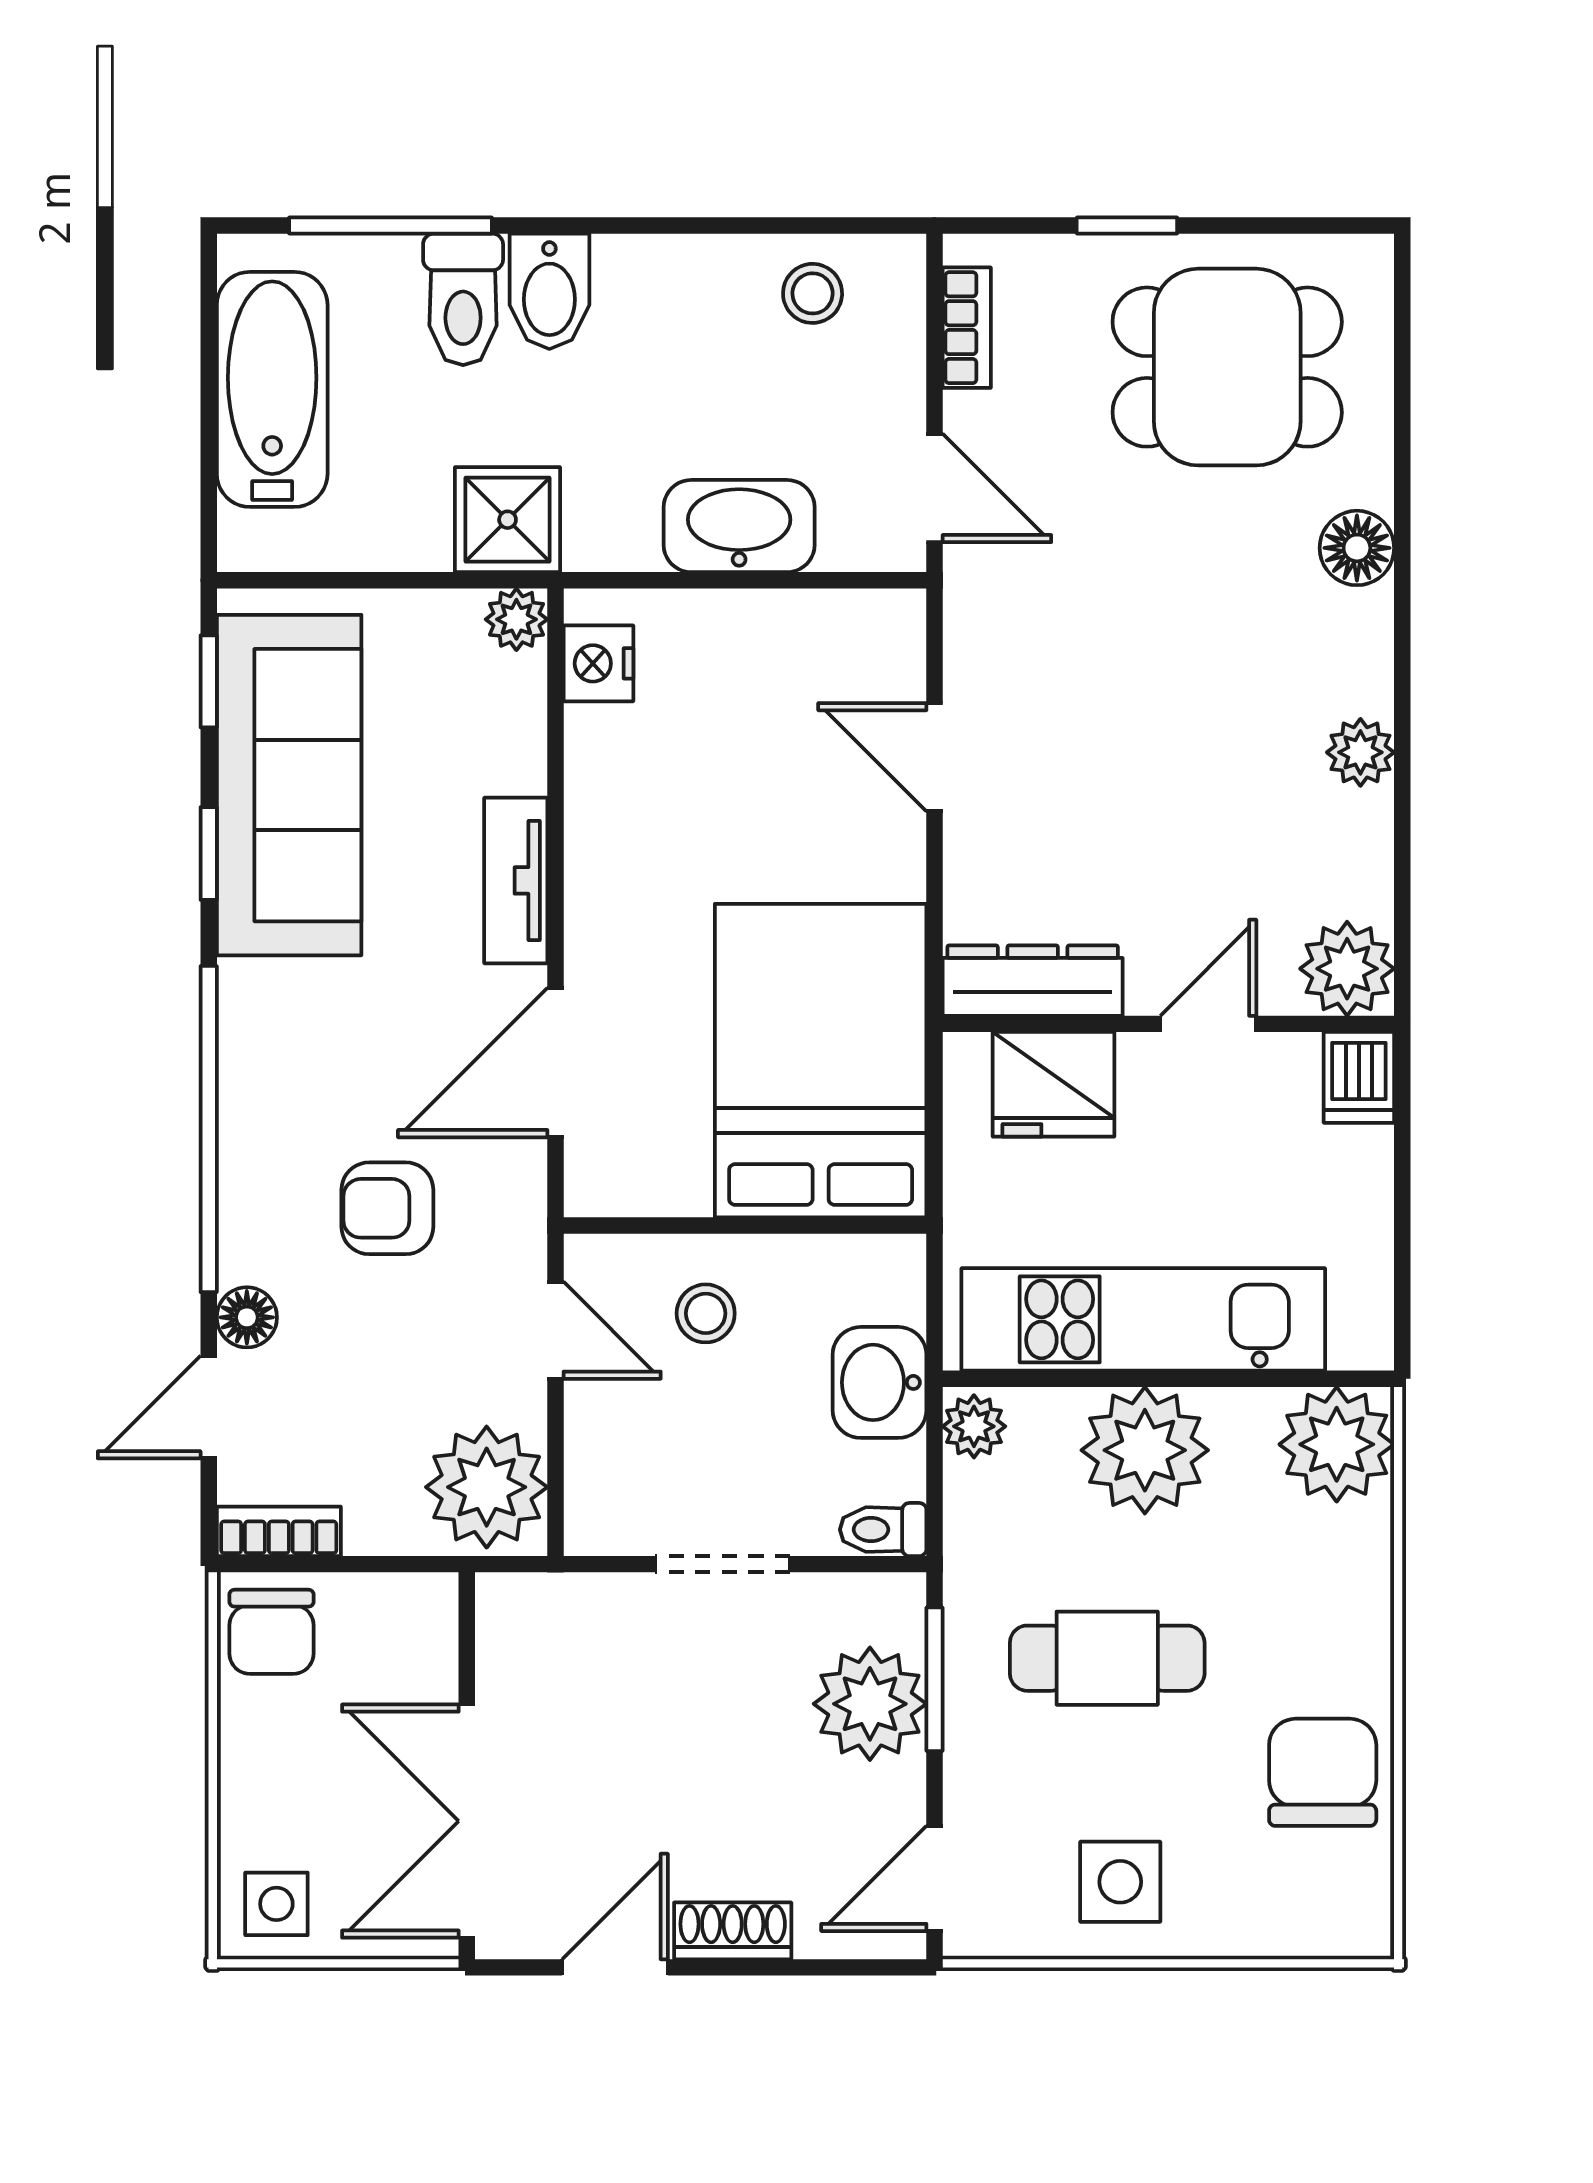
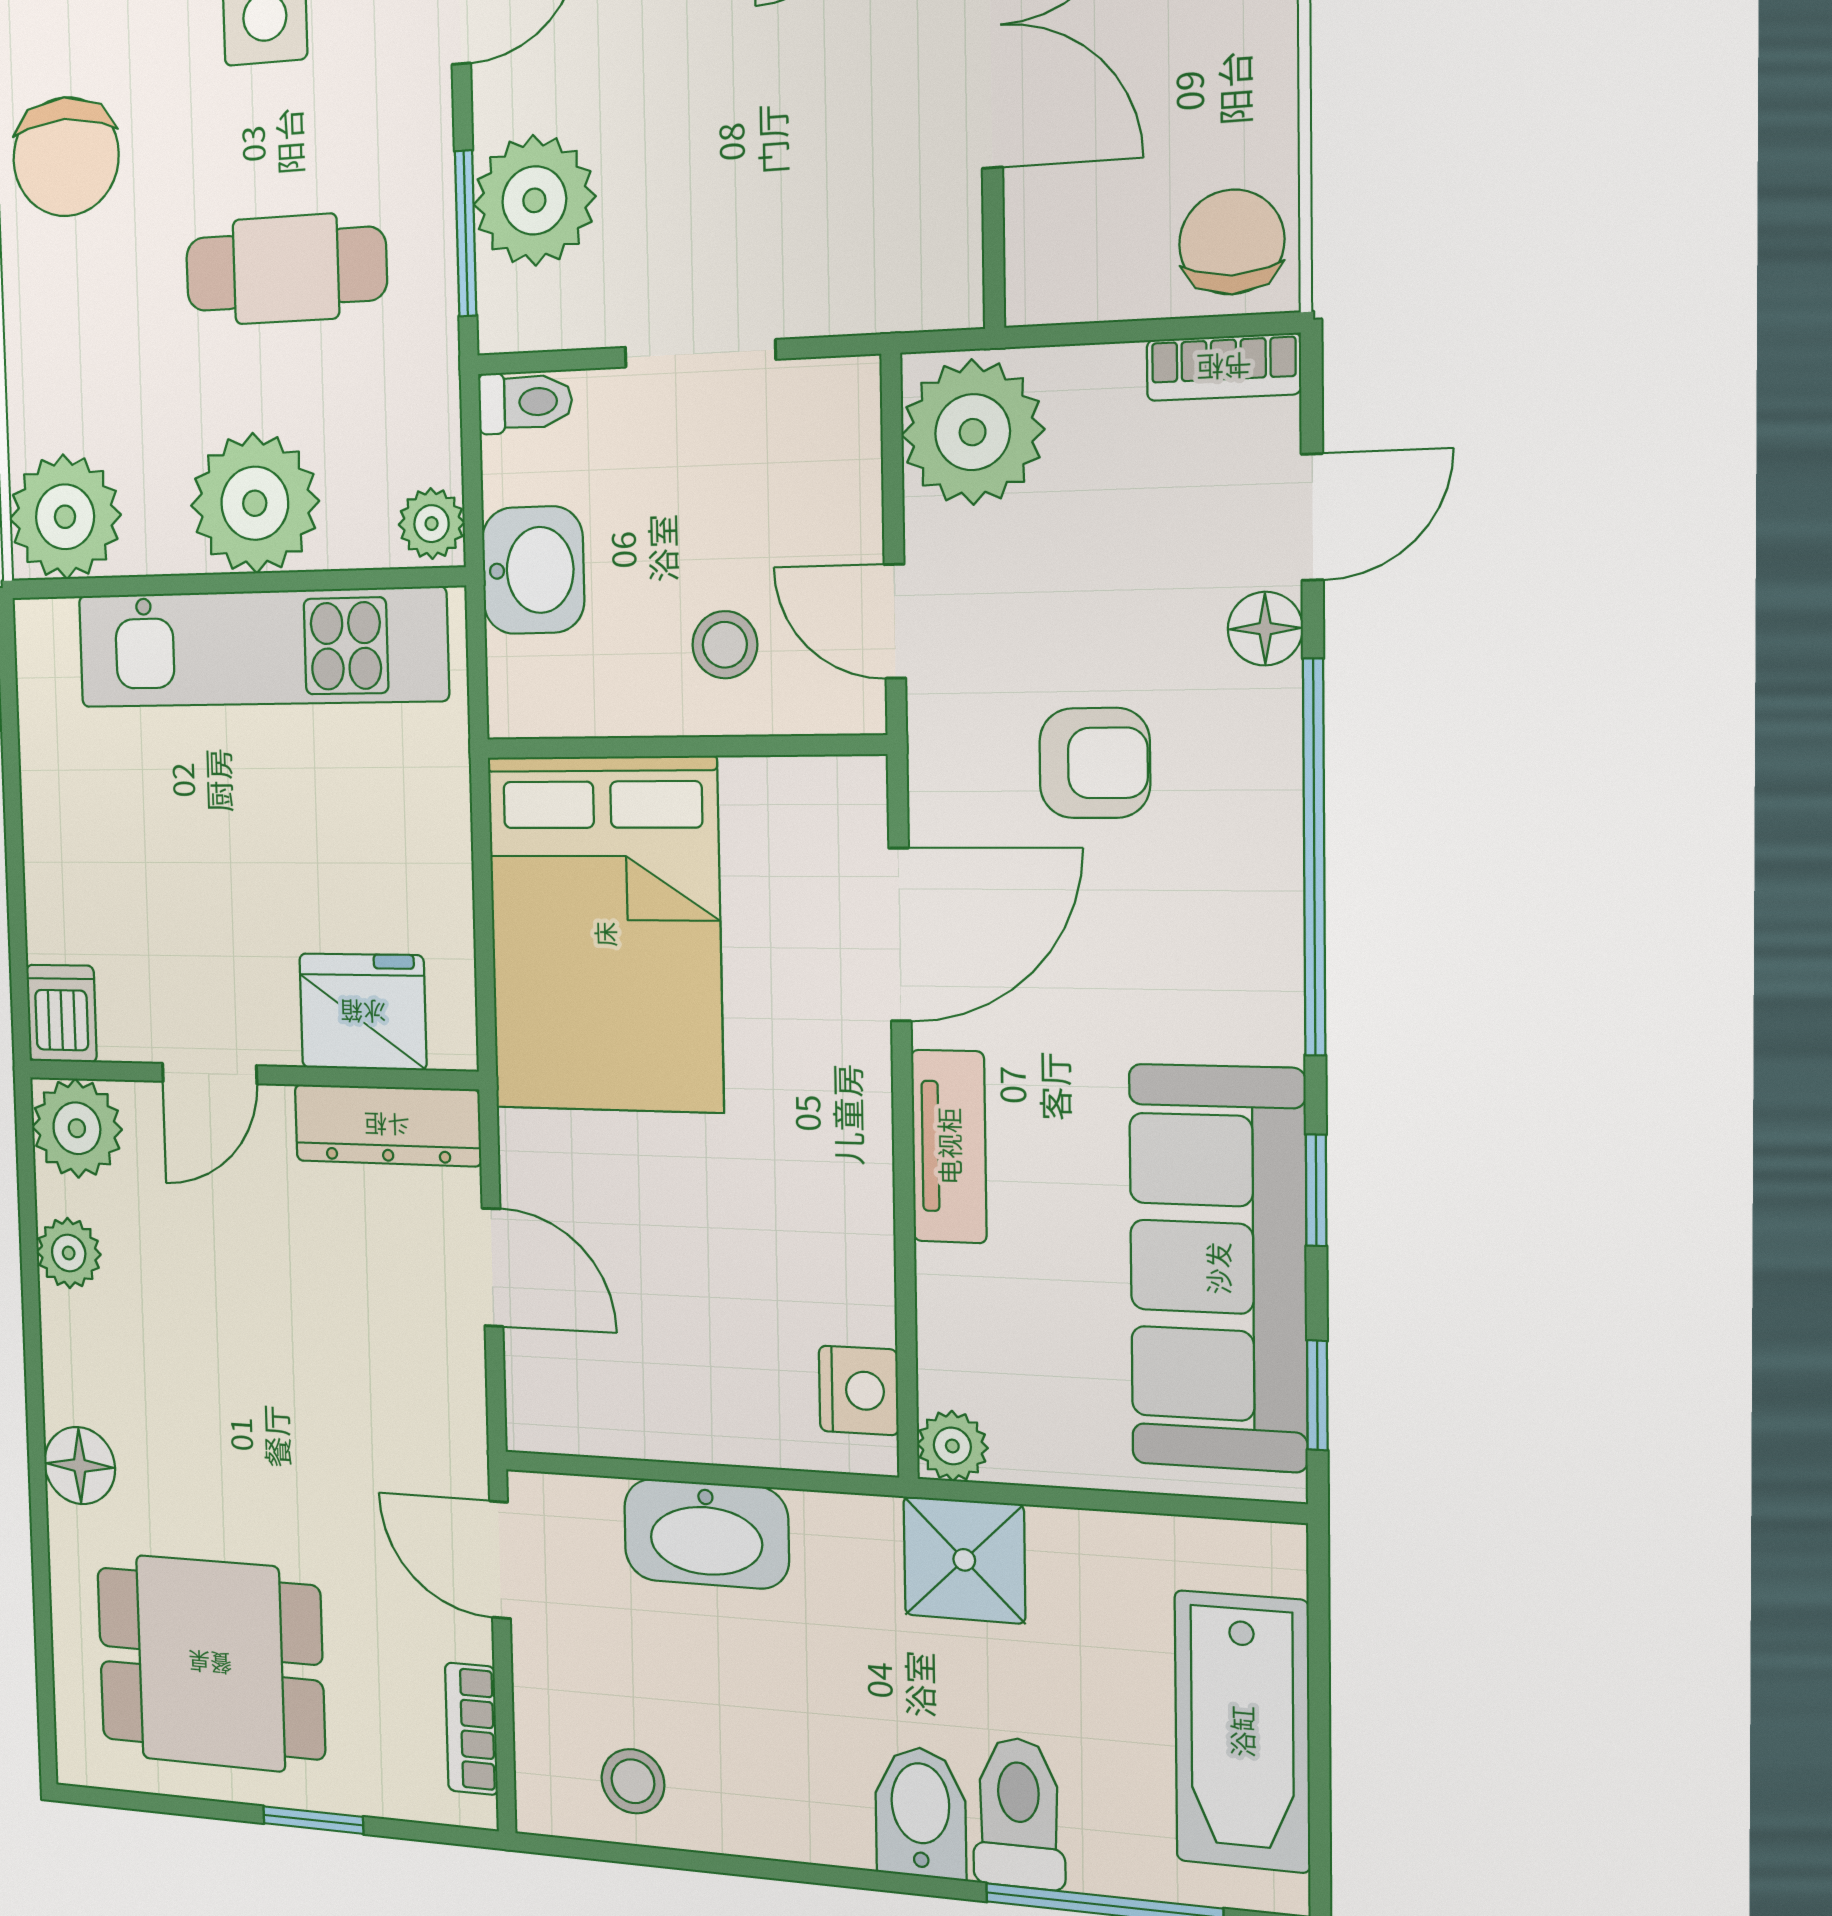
plant: (1347, 969) -> (77, 1128), moved
dresser: (1033, 981) -> (387, 1125), moved
wall: (1168, 1024) -> (249, 1075), moved
door: (1208, 1024) -> (209, 1074), moved
dishwasher: (1359, 1077) -> (61, 1013), moved
fridge: (1054, 1084) -> (363, 1012), moved

